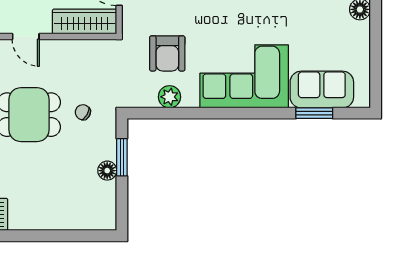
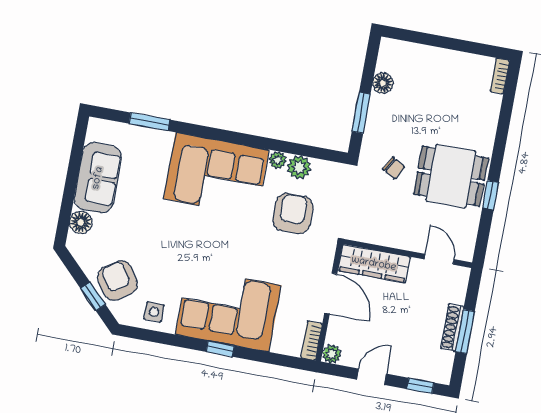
sofa: (322, 90) -> (98, 178), moved, turned -90
plant: (190, 100) -> (278, 160), added
floor lamp: (107, 171) -> (383, 83), moved

